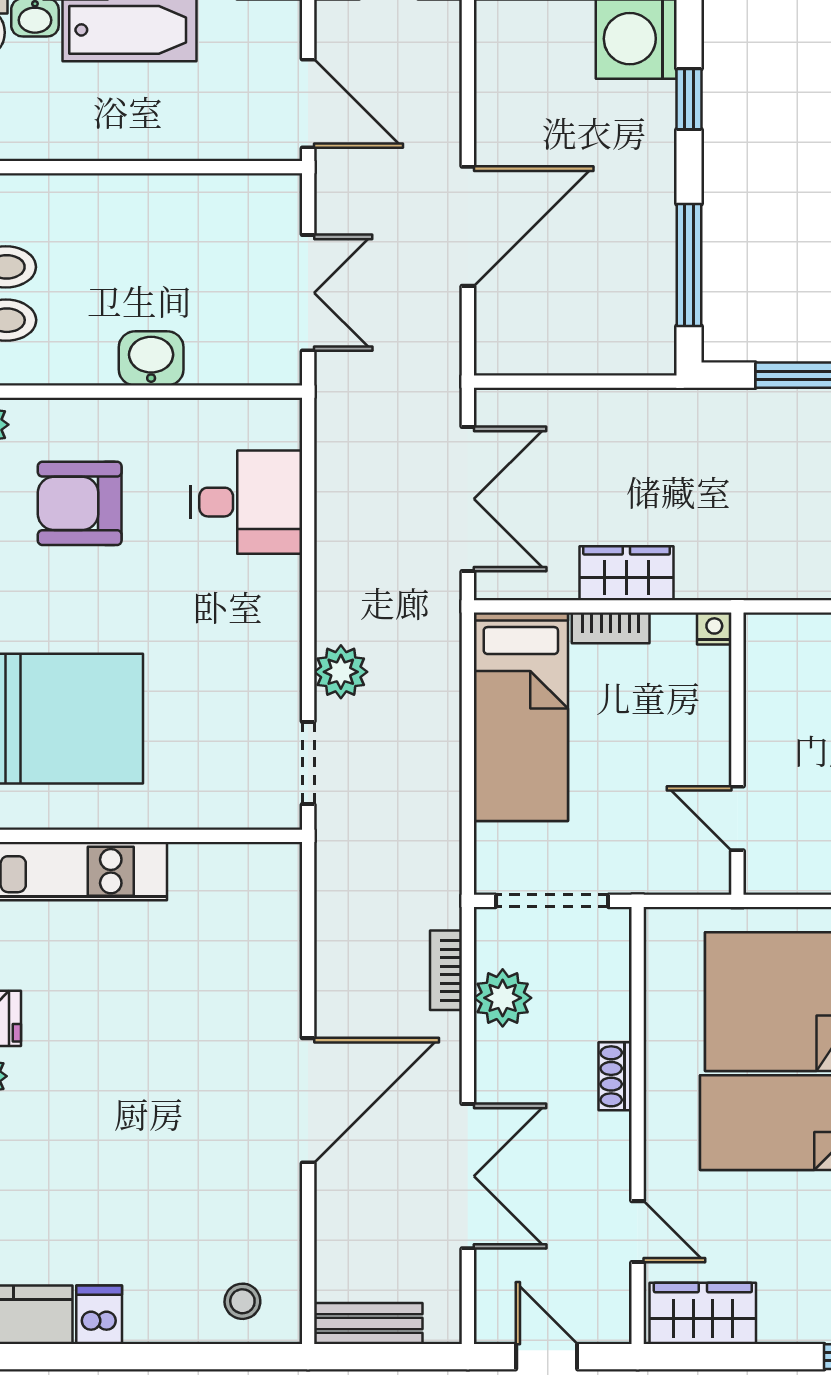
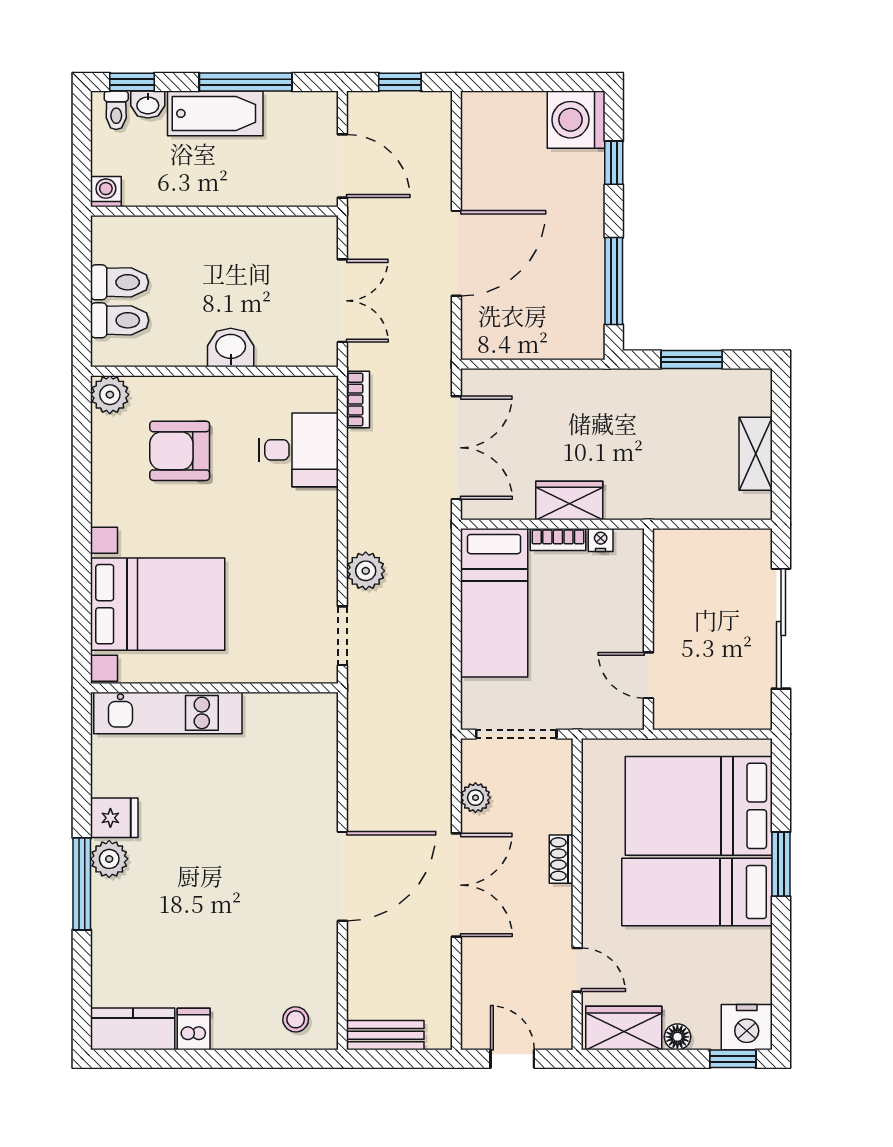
nightstand: (714, 629) -> (601, 540), moved
bookcase: (446, 970) -> (358, 400), moved, turned 180
plant: (503, 998) -> (475, 798), width x0.73, depth x0.73
double door: (468, 1176) -> (456, 885), moved
floor lamp: (778, 1326) -> (677, 1037), added

